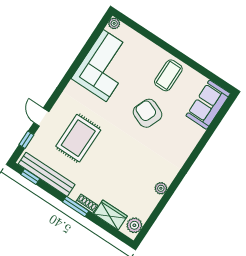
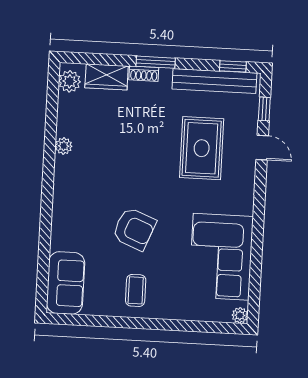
coffee table: (168, 75) -> (136, 290), width x0.73, depth x0.77

